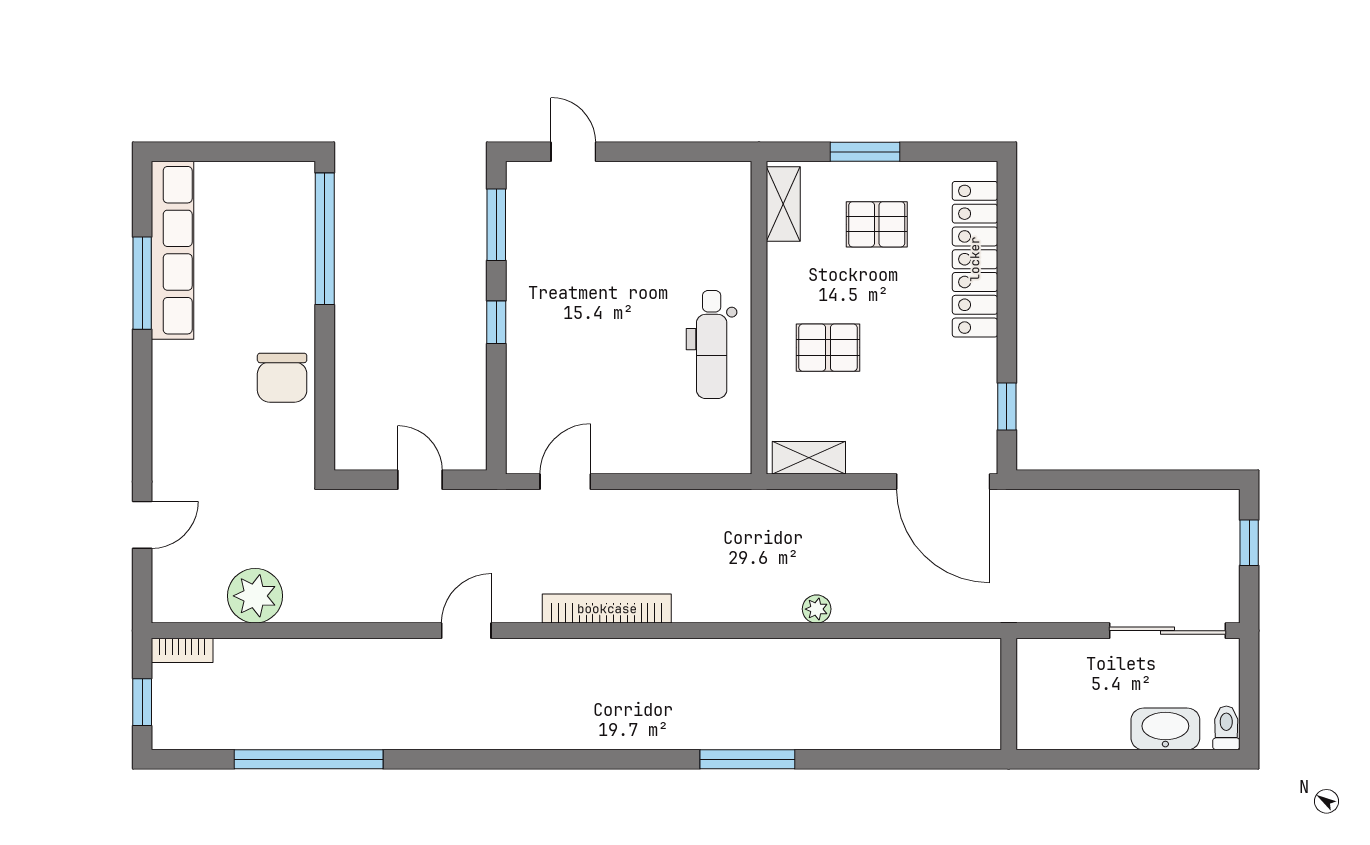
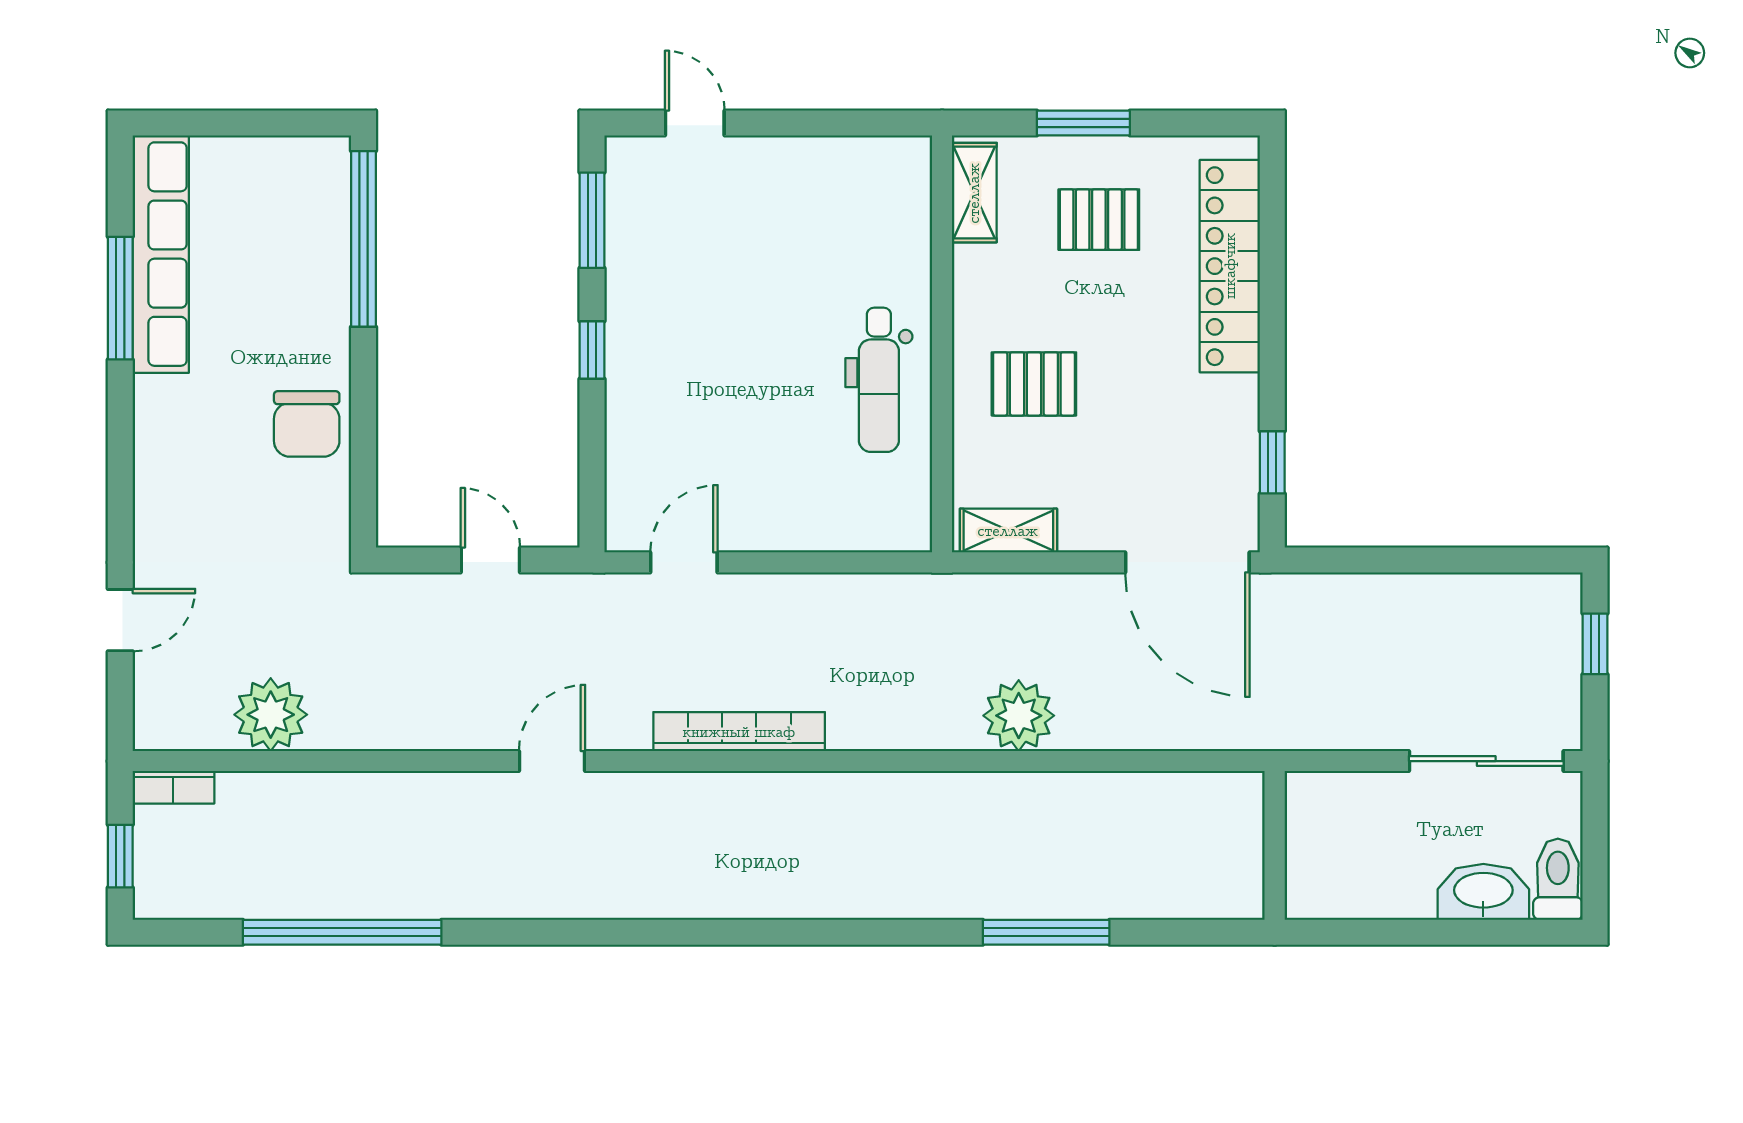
plant: (817, 609) -> (1019, 716), width x1.88, depth x1.88
toilet: (1226, 728) -> (1558, 879), width x1.37, depth x1.39
window: (747, 759) -> (1046, 932), moved

